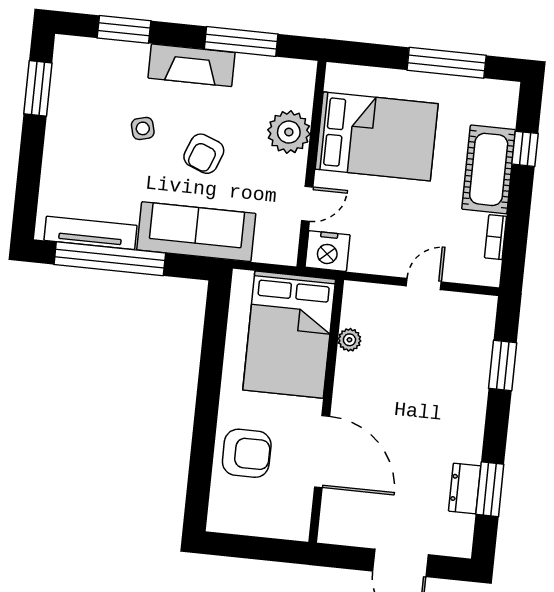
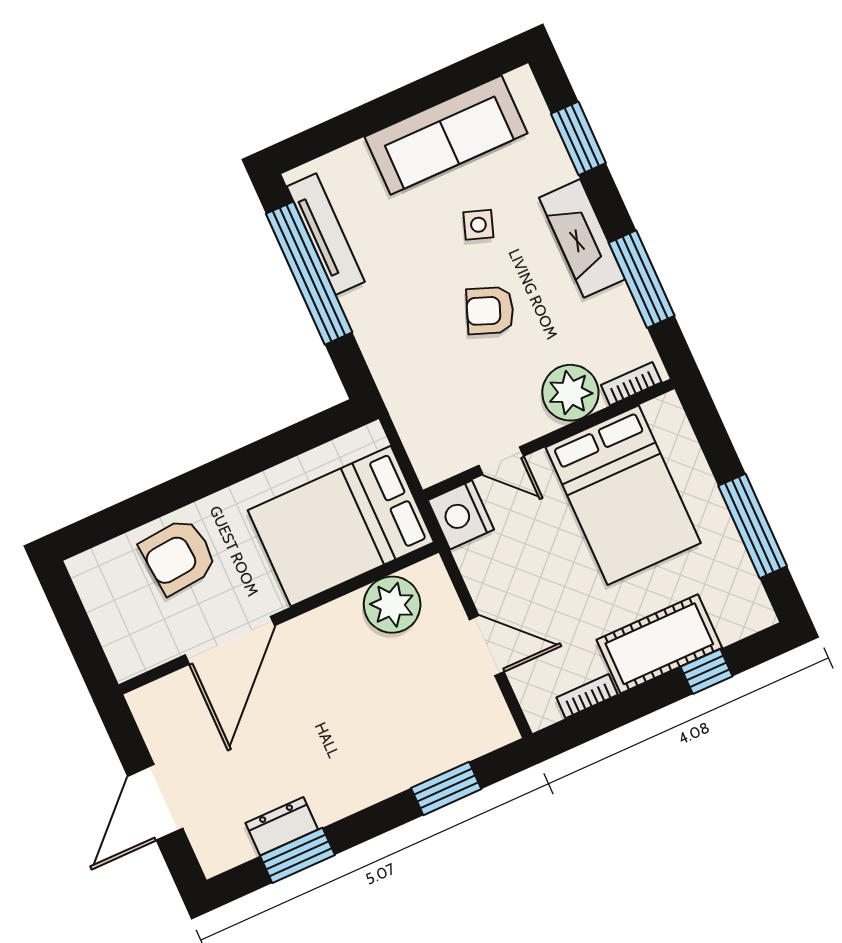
window: (38, 88) -> (455, 80), removed
bookcase: (306, 88) -> (631, 384), added
side table: (143, 128) -> (478, 225), turned 33
sofa: (196, 232) -> (446, 135), moved, turned 90
door: (424, 284) -> (487, 646), width x1.38
plant: (349, 340) -> (392, 605), width x1.87, depth x1.87
armchair: (247, 453) -> (178, 556), turned 85

